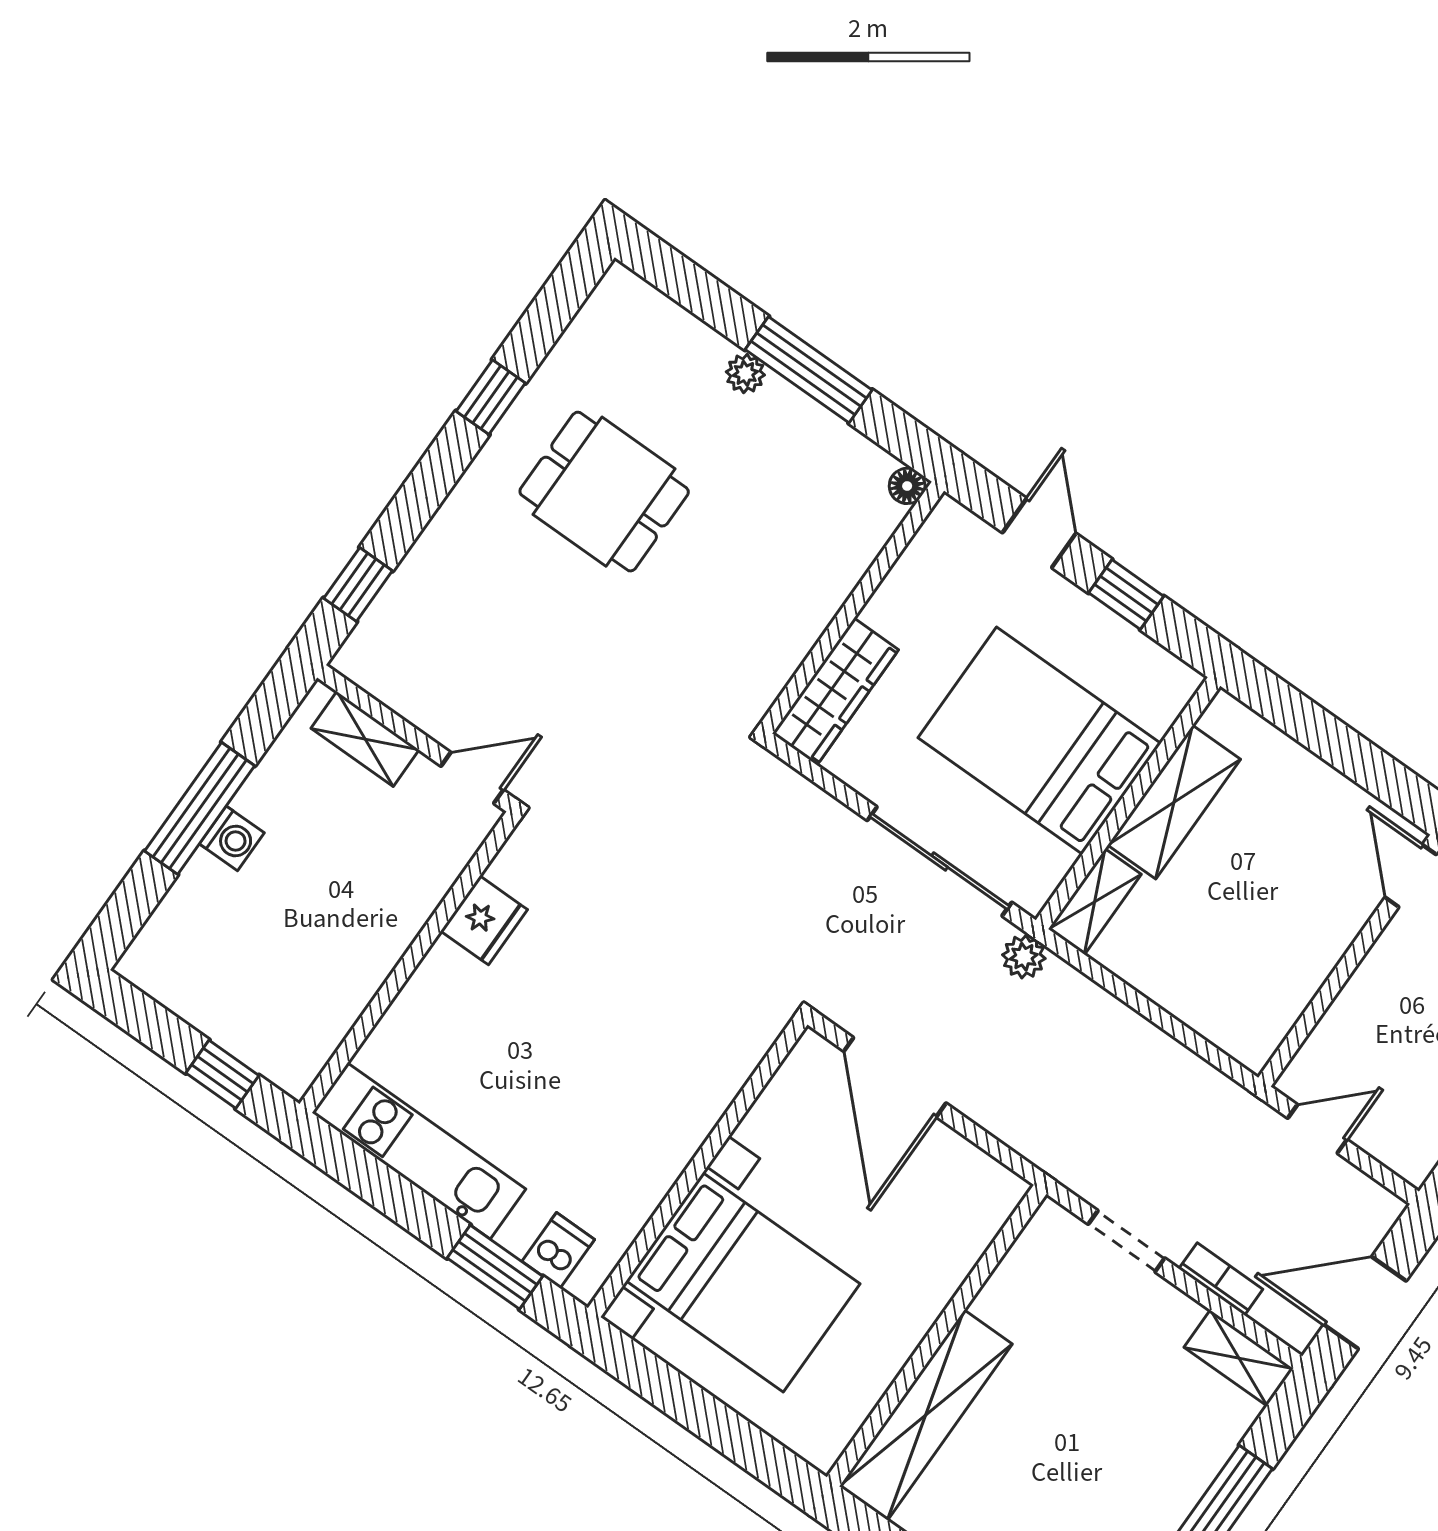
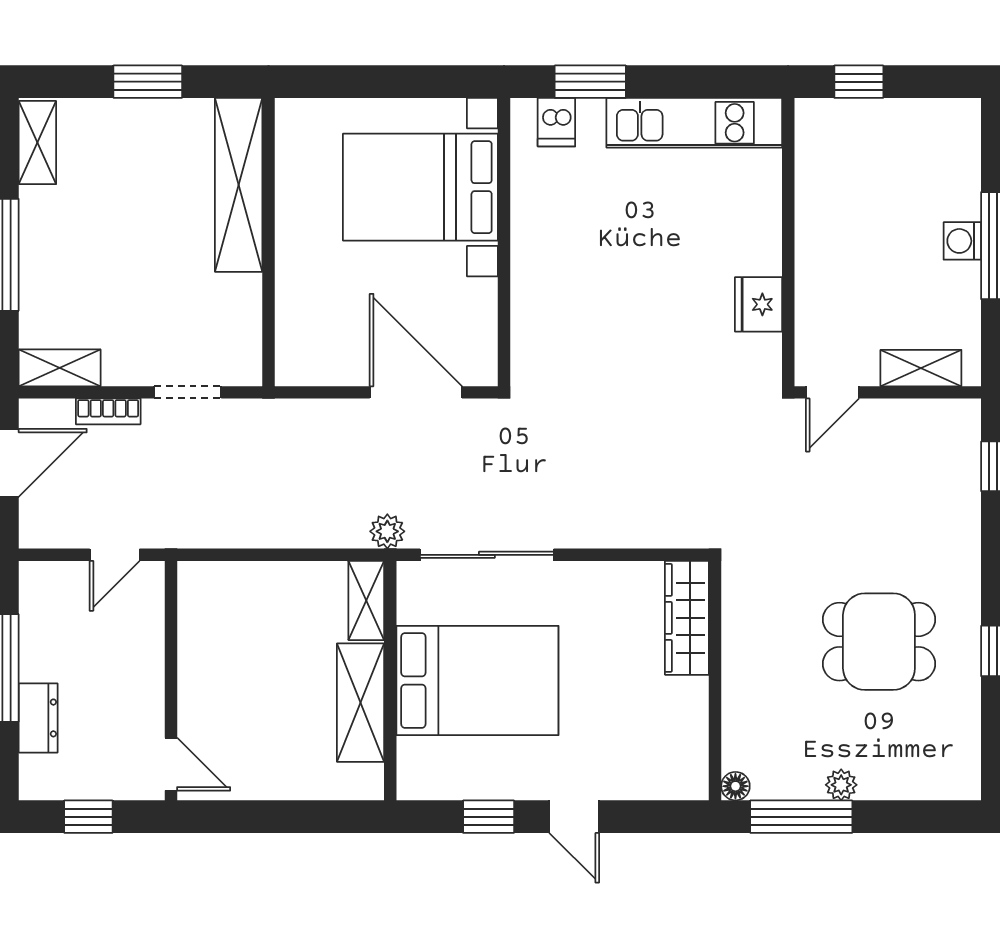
floor lamp: (907, 486) -> (735, 786), moved
wall: (852, 608) -> (715, 681), moved
wardrobe: (835, 692) -> (687, 618), moved

